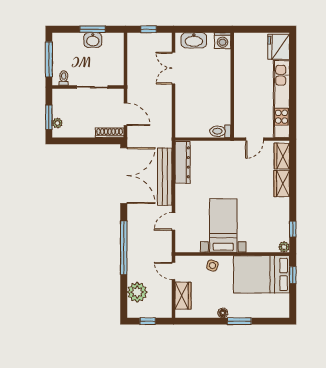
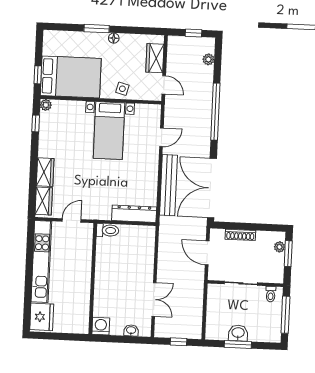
washbasin: (194, 40) -> (131, 330), width x0.52, depth x0.69
shoe rack: (110, 133) -> (240, 235), moved
dresser: (183, 162) -> (134, 214), moved, turned 90
plant: (137, 292) -> (208, 59), width x0.53, depth x0.53

